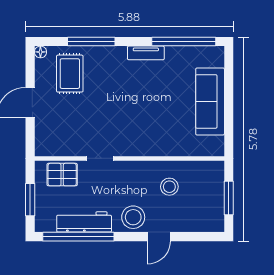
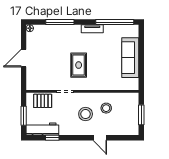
rug: (70, 74) -> (79, 65), moved
stool: (133, 217) -> (86, 114), moved
workbench: (84, 222) -> (42, 129), moved
window: (78, 237) -> (52, 138), width x0.32
door: (159, 237) -> (100, 138), hinge flipped

